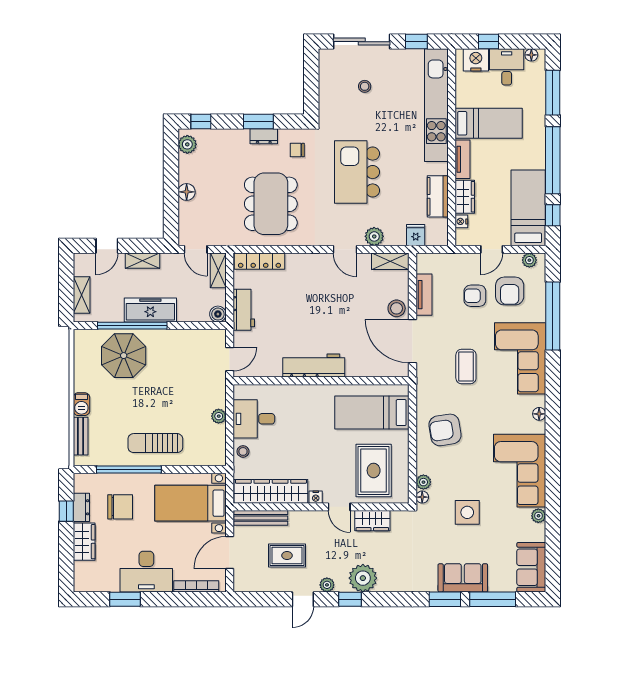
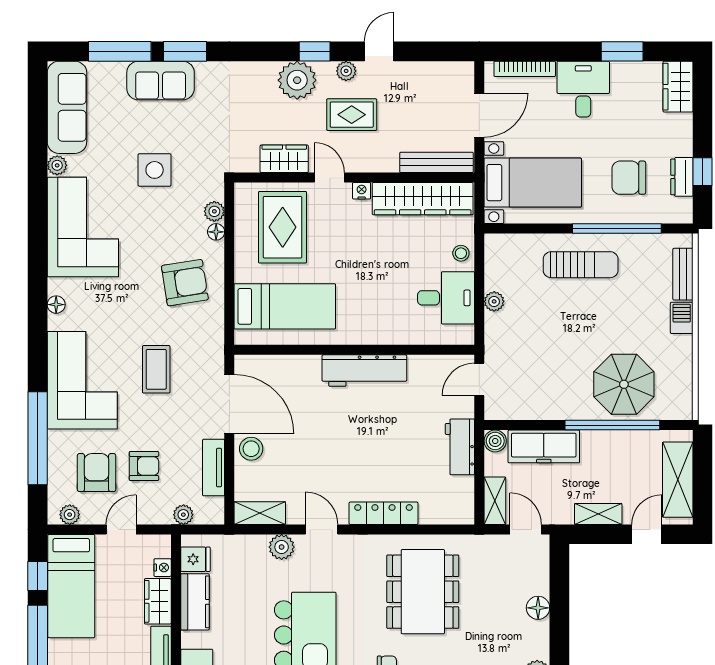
fridge: (416, 235) -> (195, 559), moved, turned -90
plant: (446, 260) -> (183, 515), added
locker: (259, 261) -> (384, 513), moved
shelving: (82, 295) -> (678, 480), width x1.50, depth x1.33
freezer: (150, 310) -> (544, 446), moved
floor lamp: (422, 497) -> (216, 232), moved
wardrobe: (84, 542) -> (678, 87), moved
rug: (287, 556) -> (352, 115), moved
sofa: (531, 567) -> (67, 107), width x1.36
desk: (146, 572) -> (583, 89), width x0.73

